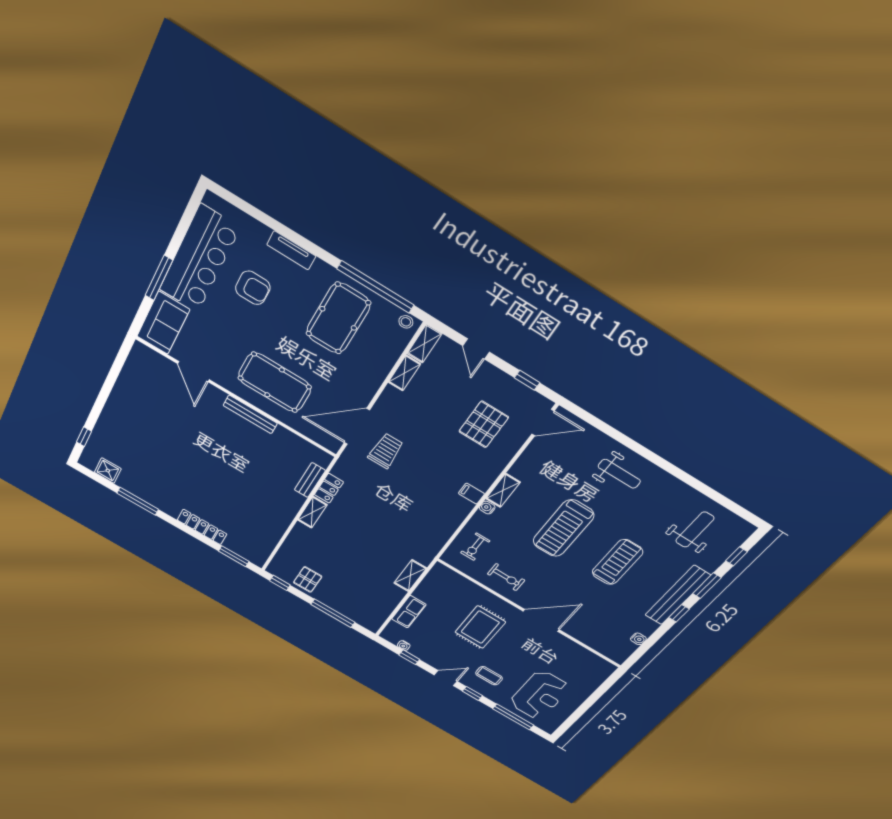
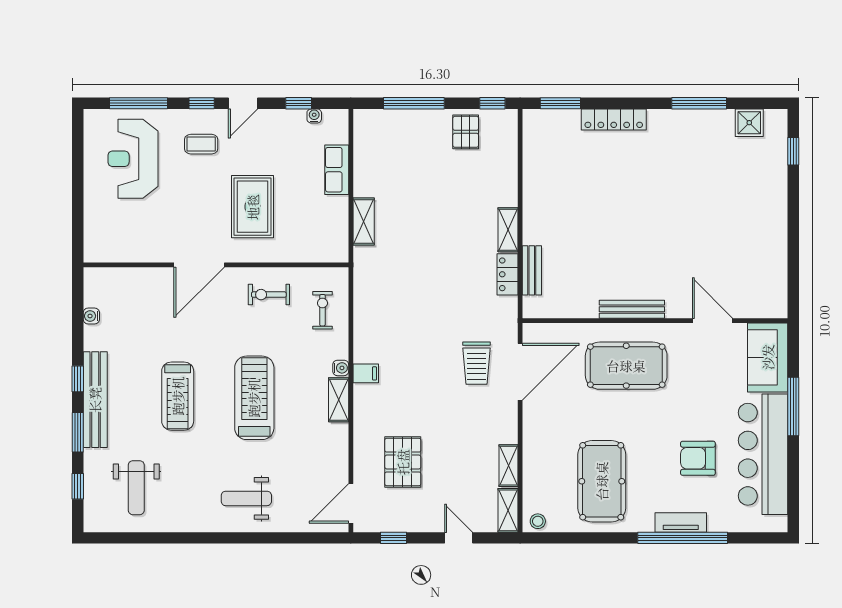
window: (375, 287) -> (683, 538), moved

